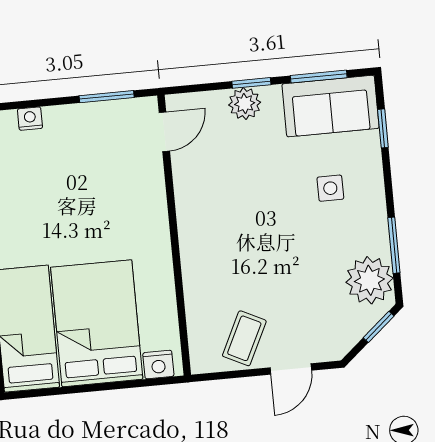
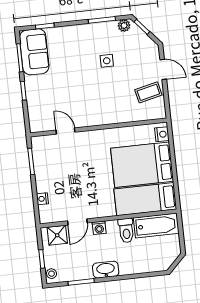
plant: (245, 104) -> (34, 94), removed
door: (164, 132) -> (66, 131), moved
side table: (330, 188) -> (107, 61), moved
plant: (369, 280) -> (124, 26), width x0.53, depth x0.53
coffee table: (244, 338) -> (148, 92), turned -39

